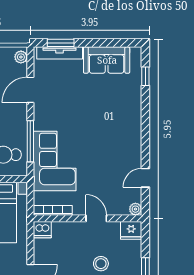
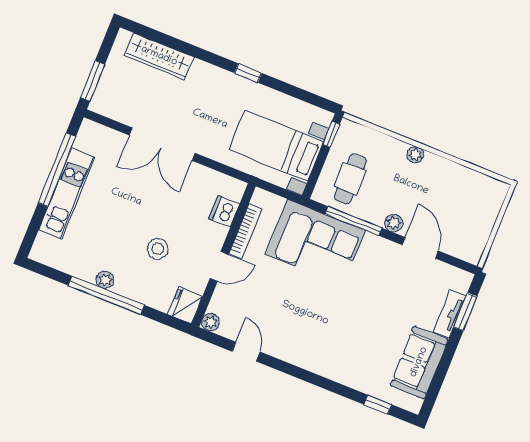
tv unit: (60, 53) -> (450, 314), width x0.71
plant: (21, 57) -> (394, 223), moved
bookcase: (53, 210) -> (245, 231), moved
dishwasher: (42, 230) -> (224, 211), moved

